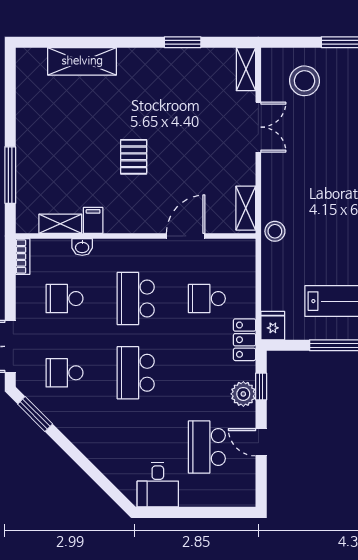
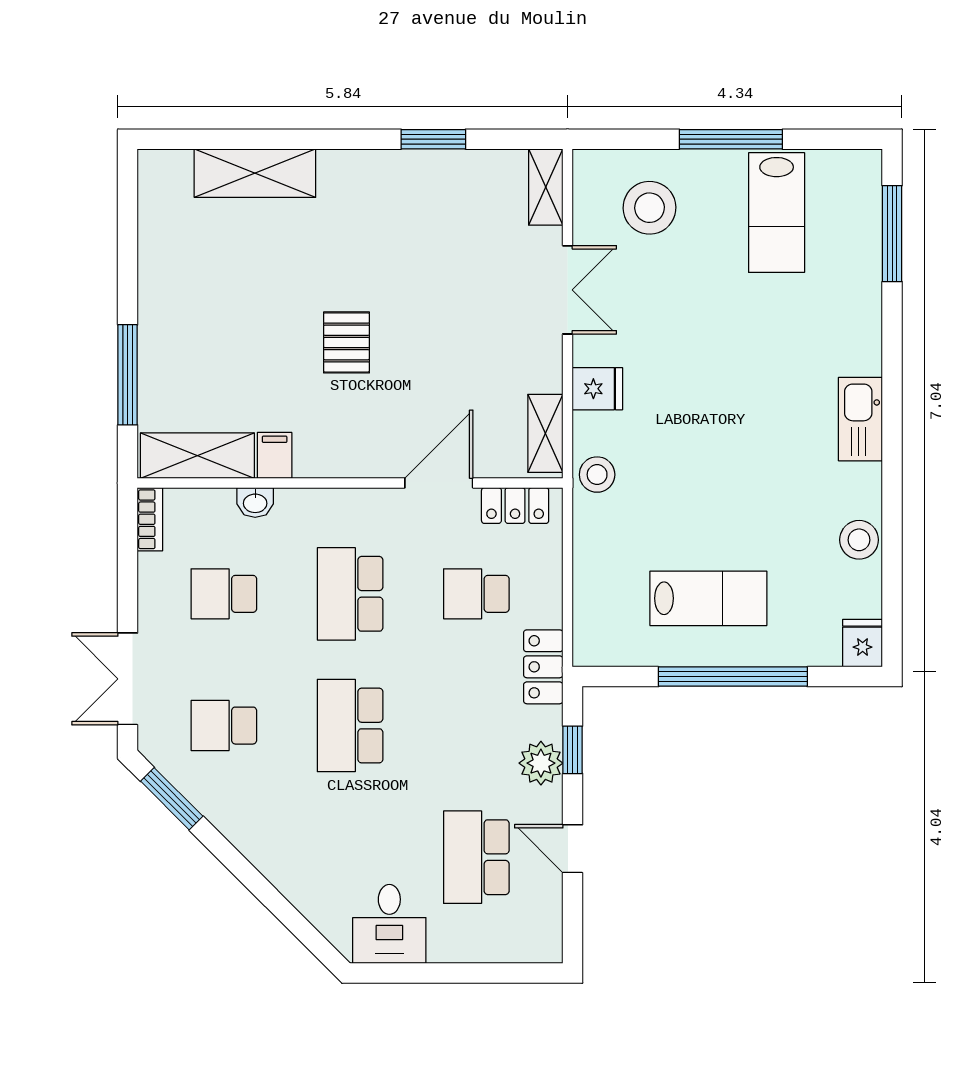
shelving: (60, 224) -> (197, 456), width x1.50, depth x1.33
locker: (229, 249) -> (515, 506), added
fridge: (273, 326) -> (597, 389), moved, turned 90

